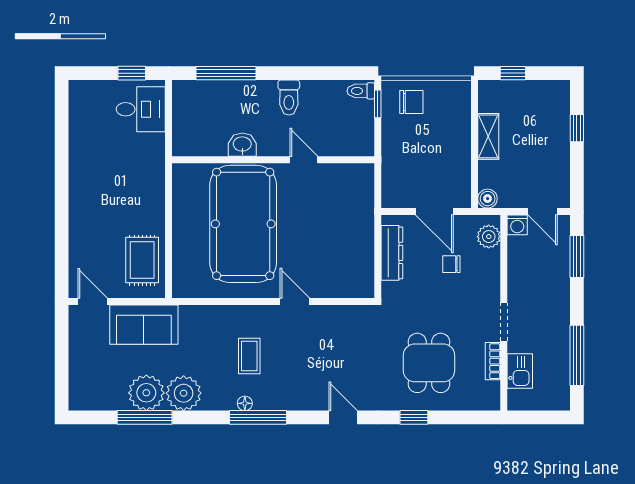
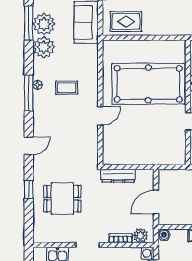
dresser: (392, 253) -> (118, 176), moved
chair: (451, 264) -> (123, 212), removed
bookcase: (493, 361) -> (121, 238), moved

